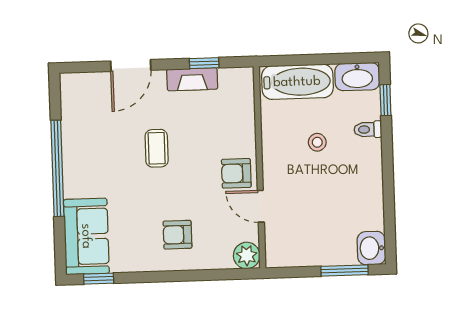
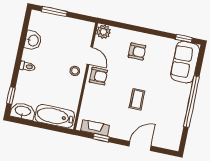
fireplace: (192, 79) -> (95, 128), moved
toilet: (368, 129) -> (27, 66), moved
stool: (317, 142) -> (75, 71), moved
washbasin: (371, 248) -> (33, 40), moved

